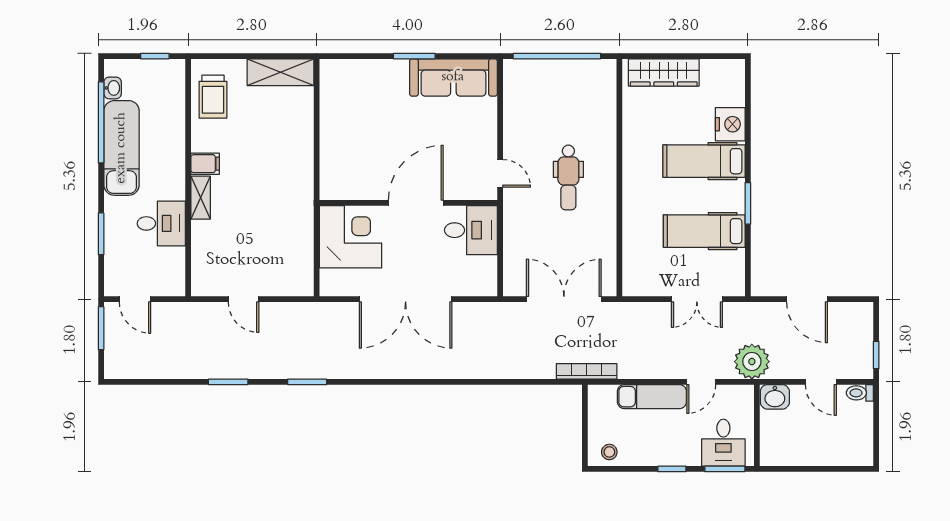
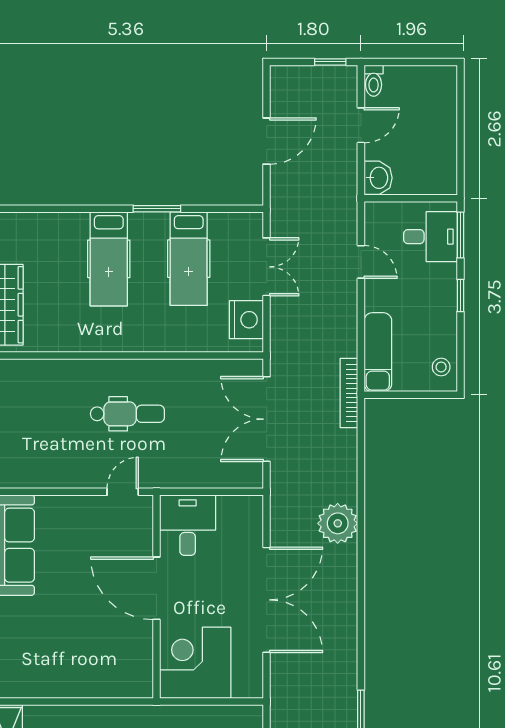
nightstand: (730, 124) -> (246, 320), moved, turned 90
plant: (752, 362) -> (338, 523), moved
exam couch: (652, 397) -> (378, 352), moved

